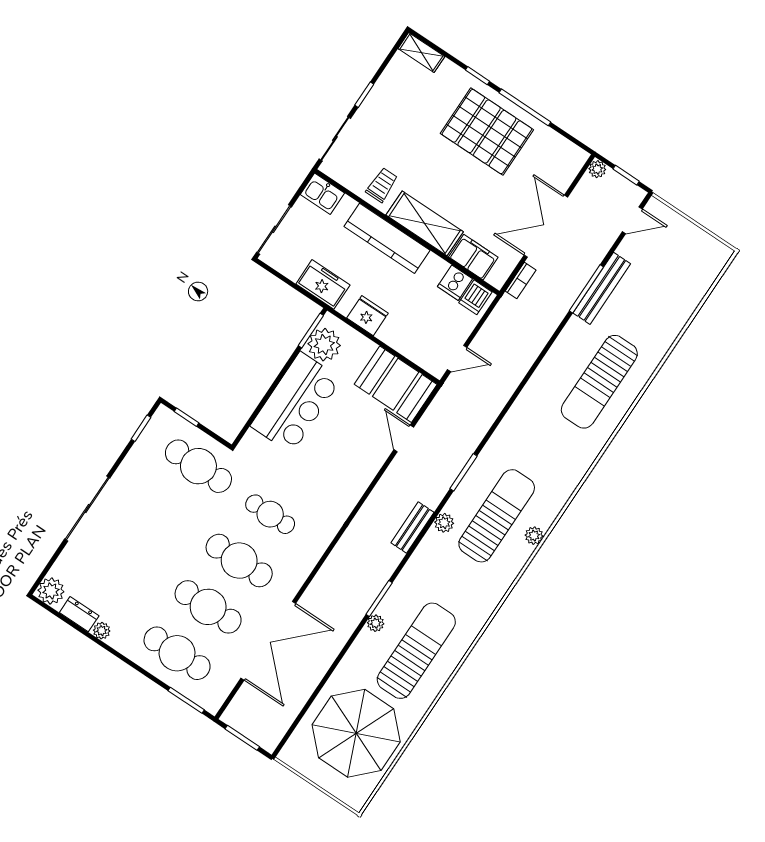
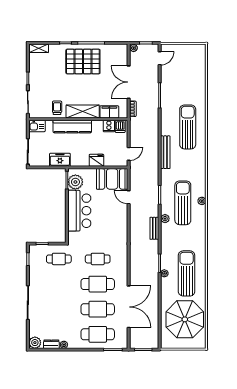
bench: (602, 288) -> (165, 152), moved
fridge: (367, 316) -> (96, 160), moved
sun lounger: (599, 382) -> (188, 127), turned 180
cafe table: (198, 466) -> (59, 259), width x0.73, depth x0.74

